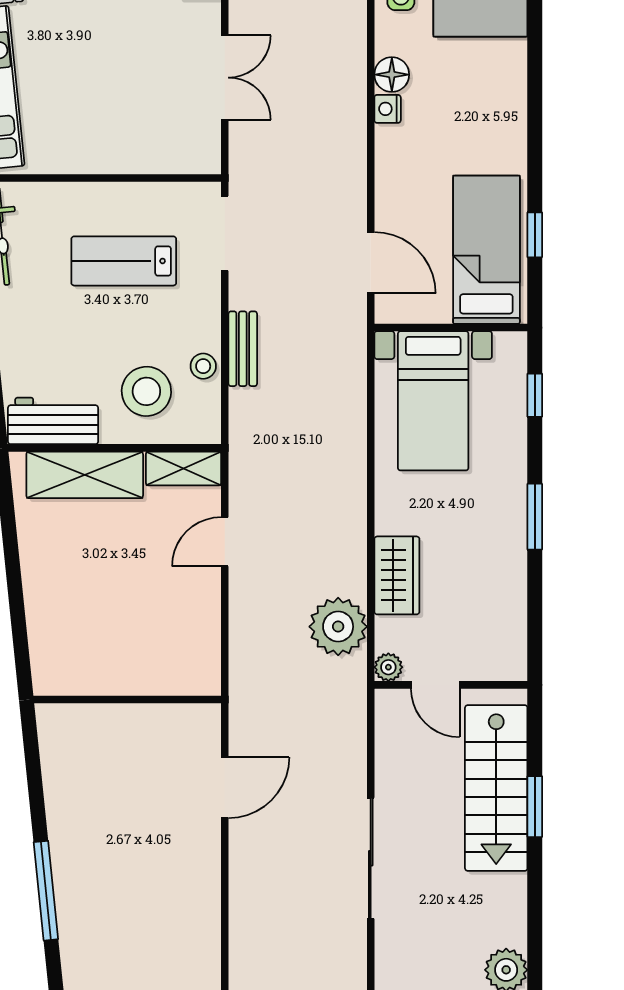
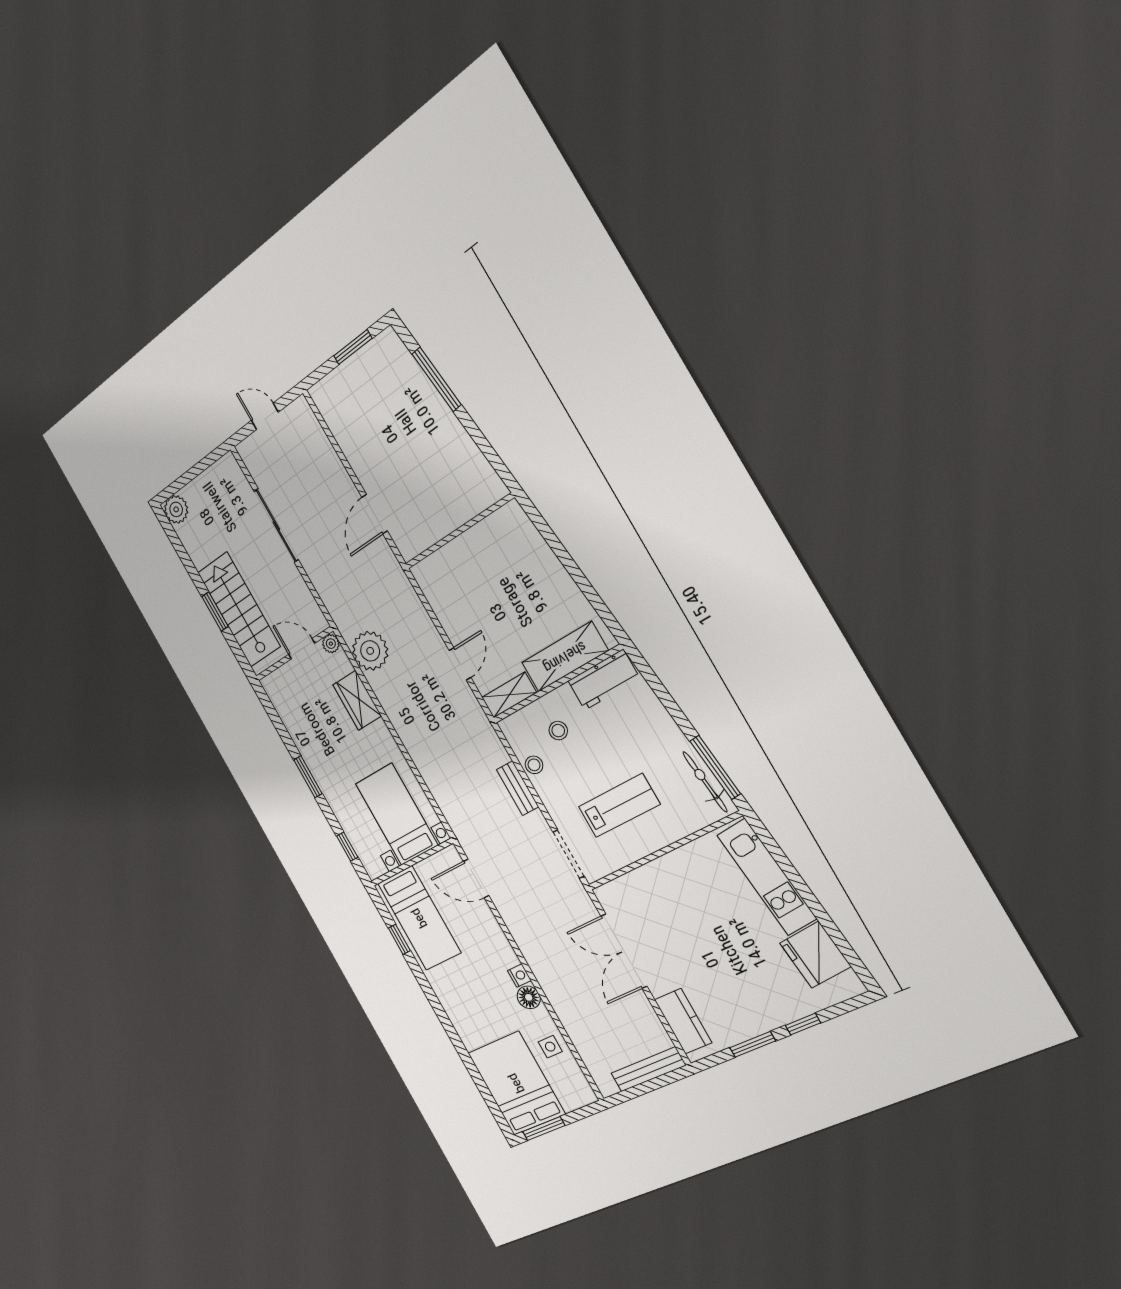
double door: (225, 78) -> (624, 951), width x1.37
stool: (146, 391) -> (558, 731), width x0.53, depth x0.53

